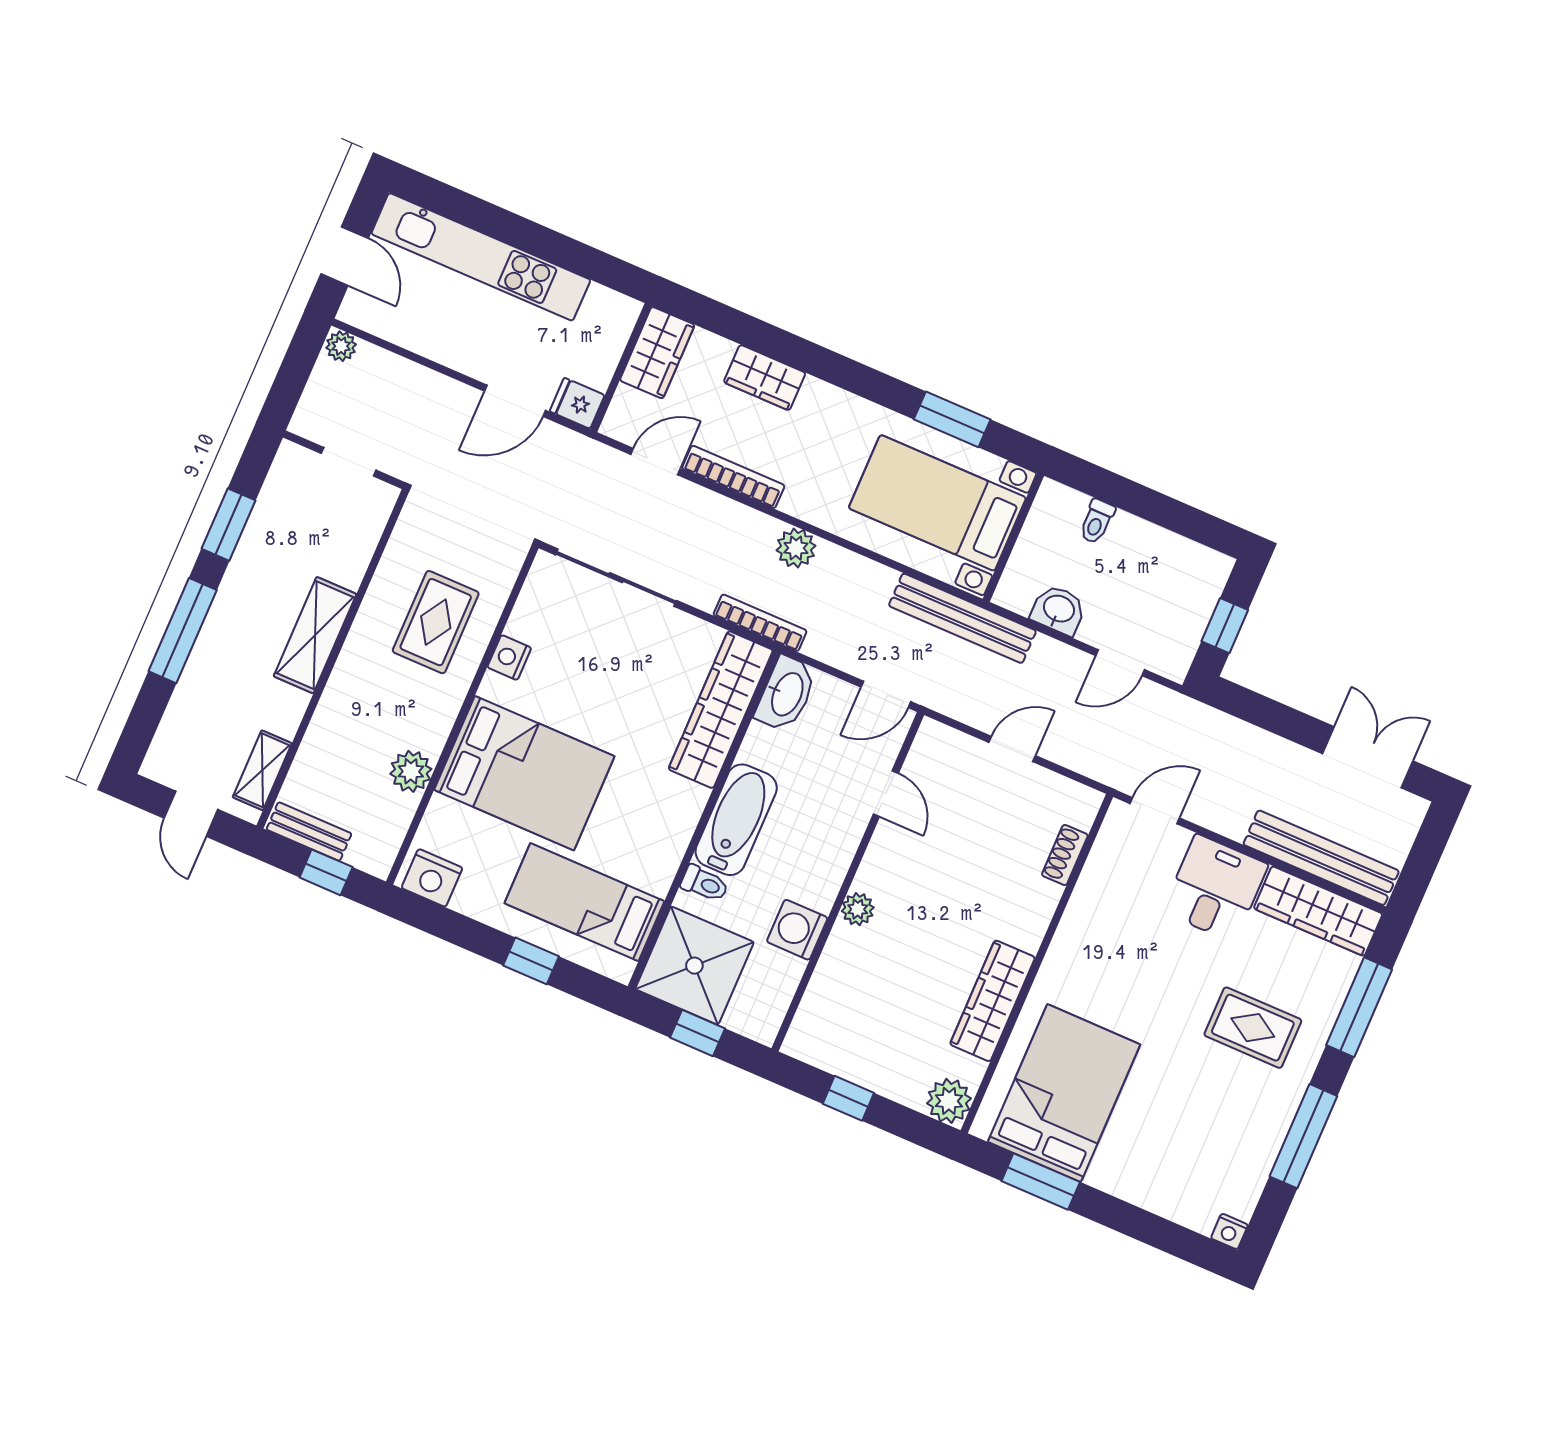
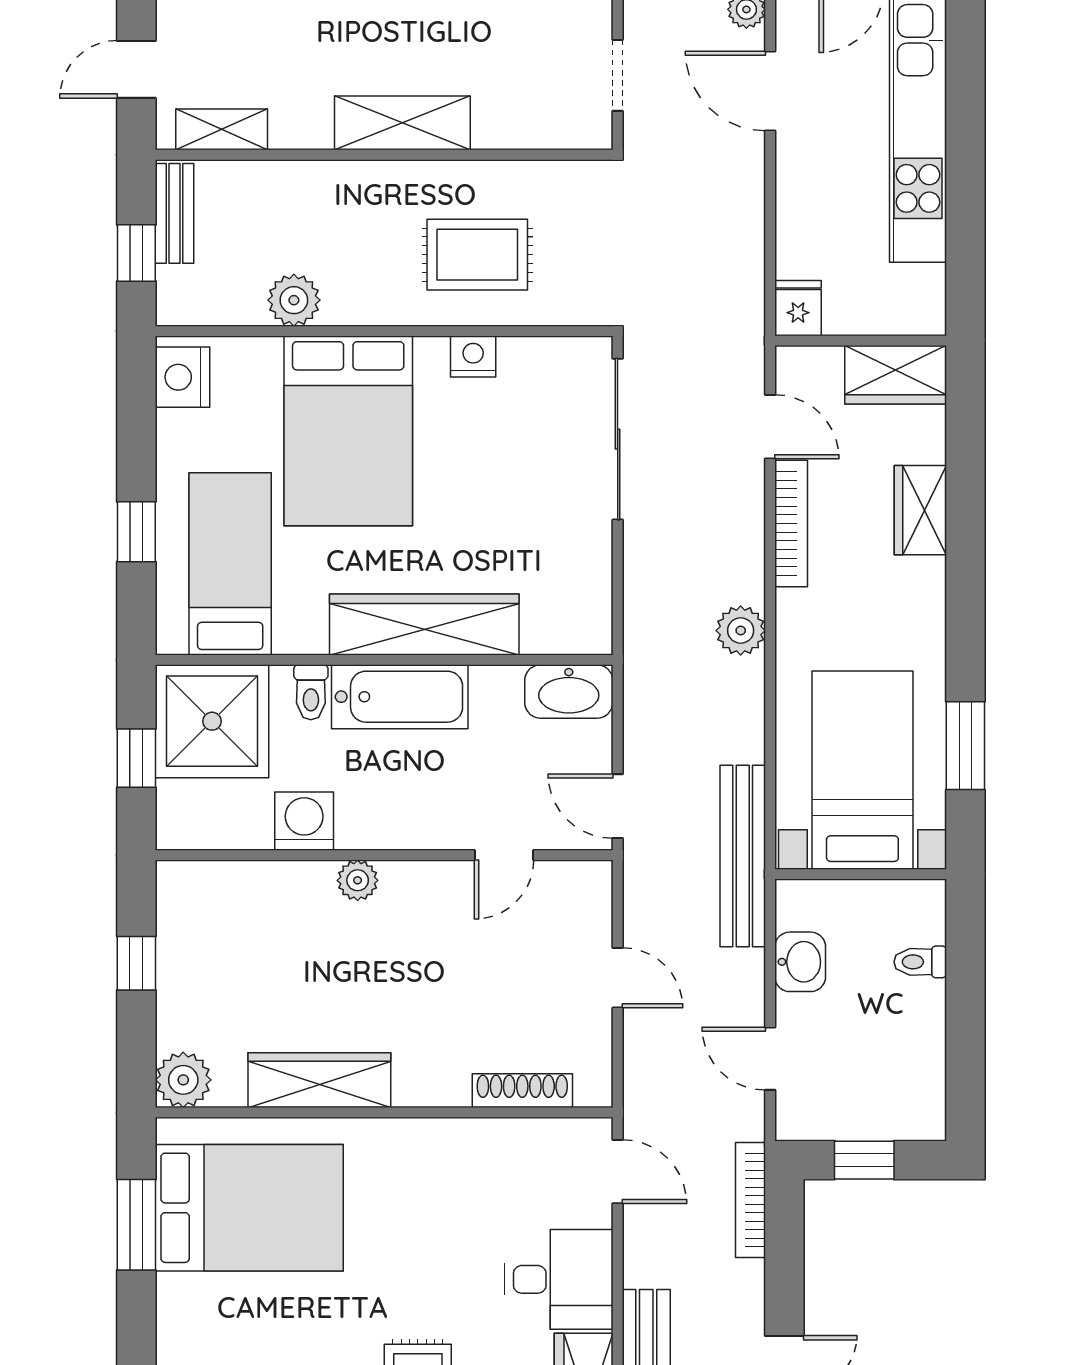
door: (515, 401) -> (770, 91), moved
bookcase: (760, 623) -> (751, 1200), moved, turned 180
wardrobe: (721, 710) -> (424, 624), moved
shoe rack: (1065, 855) -> (522, 1091), width x1.43

